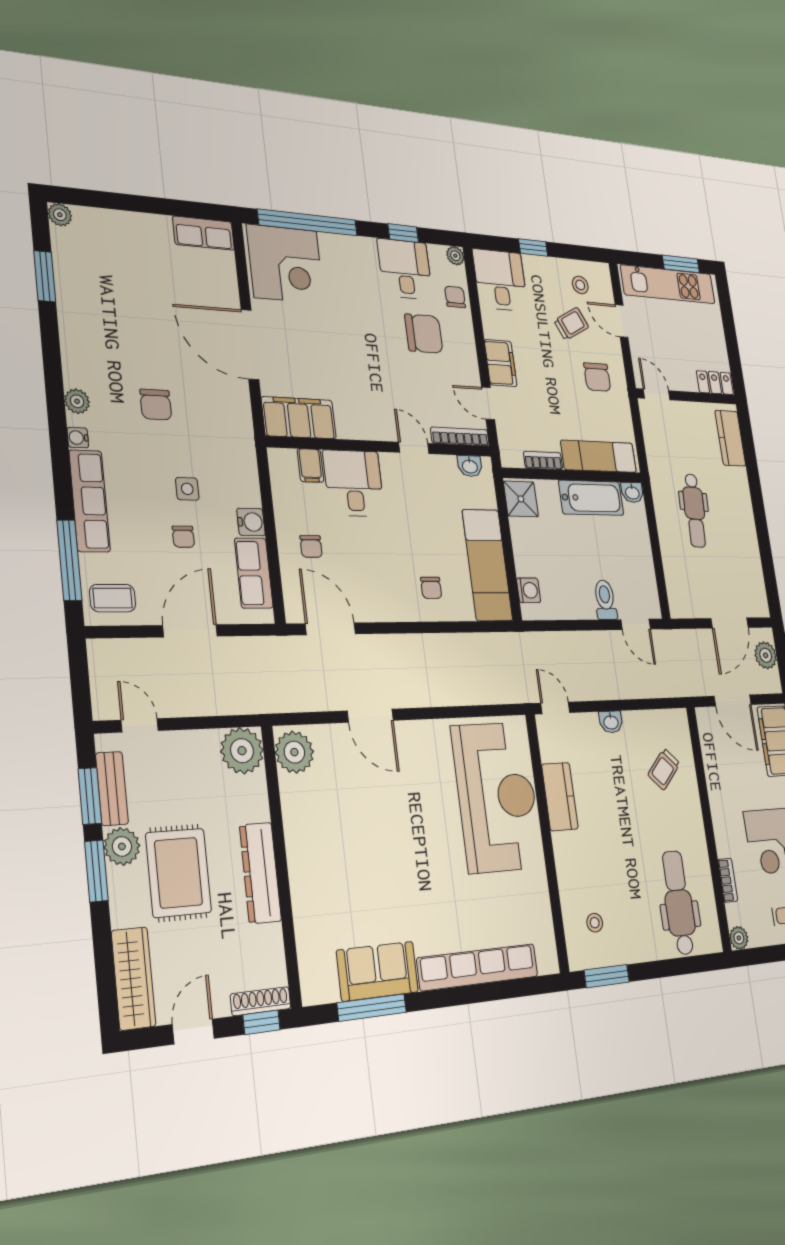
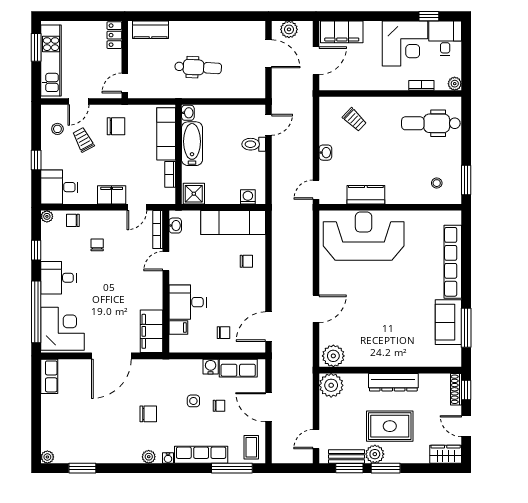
desk: (405, 269) -> (59, 278), moved
chair: (424, 334) -> (97, 245), width x0.54, depth x0.54
wardrobe: (133, 978) -> (446, 454), width x0.67

